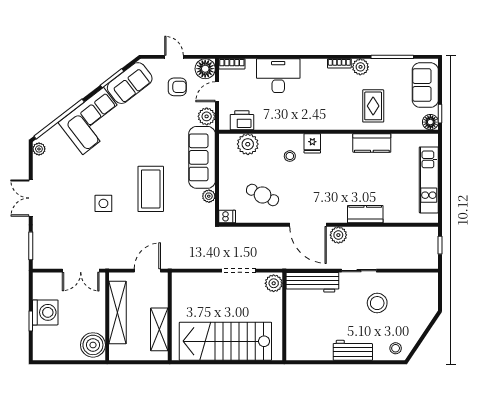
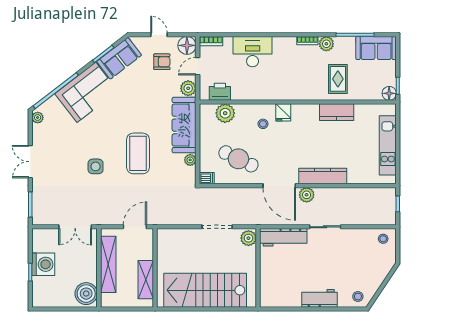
sofa: (425, 85) -> (376, 48), moved, turned -90
cafe table: (263, 195) -> (238, 159), width x1.37, depth x1.35
kitchen counter: (365, 214) -> (323, 176), width x1.50
stool: (377, 303) -> (383, 239), moved, width x0.53, depth x0.53

